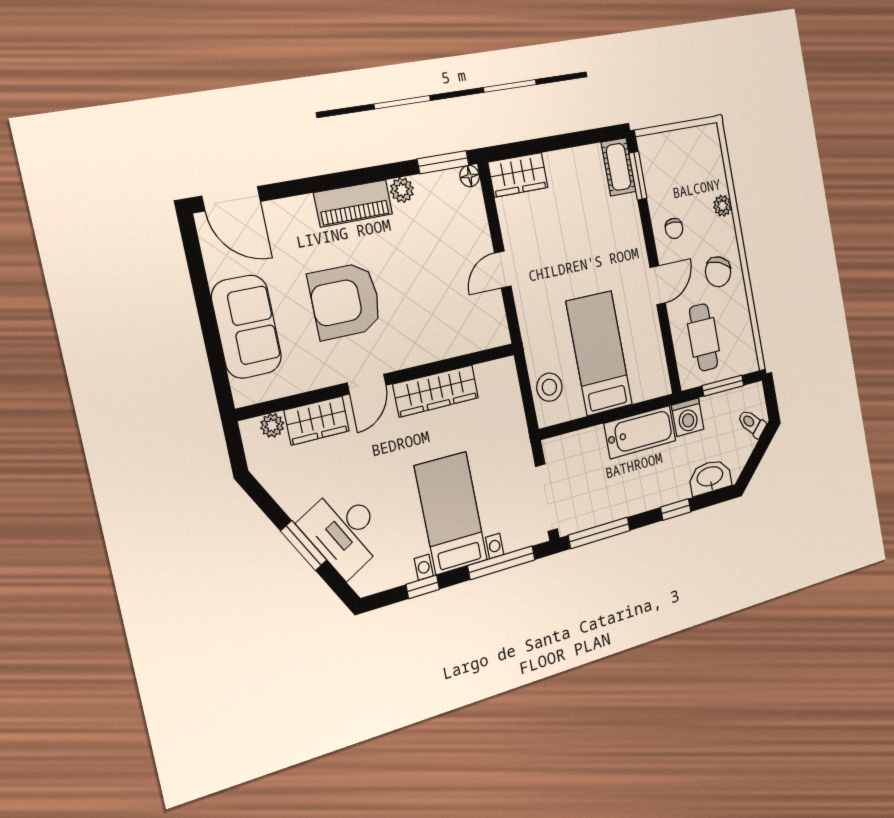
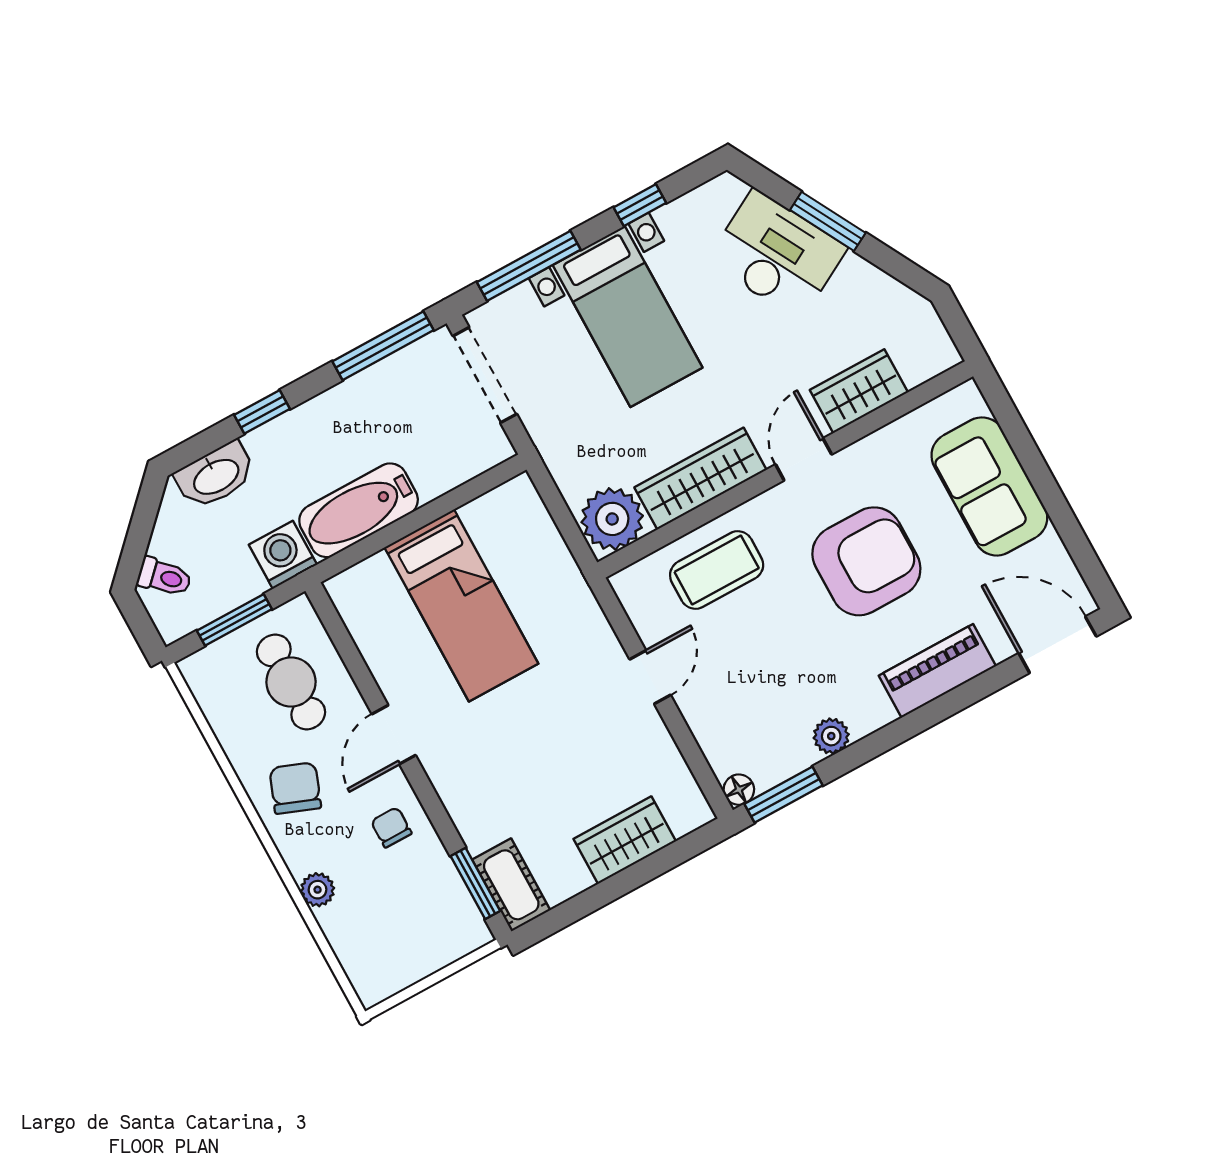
wardrobe: (518, 175) -> (625, 840), moved
piano: (353, 203) -> (937, 671), moved
coffee table: (443, 326) -> (717, 570), added
stool: (549, 387) -> (528, 534), removed
plant: (272, 425) -> (612, 519), moved, width x1.88, depth x1.88

